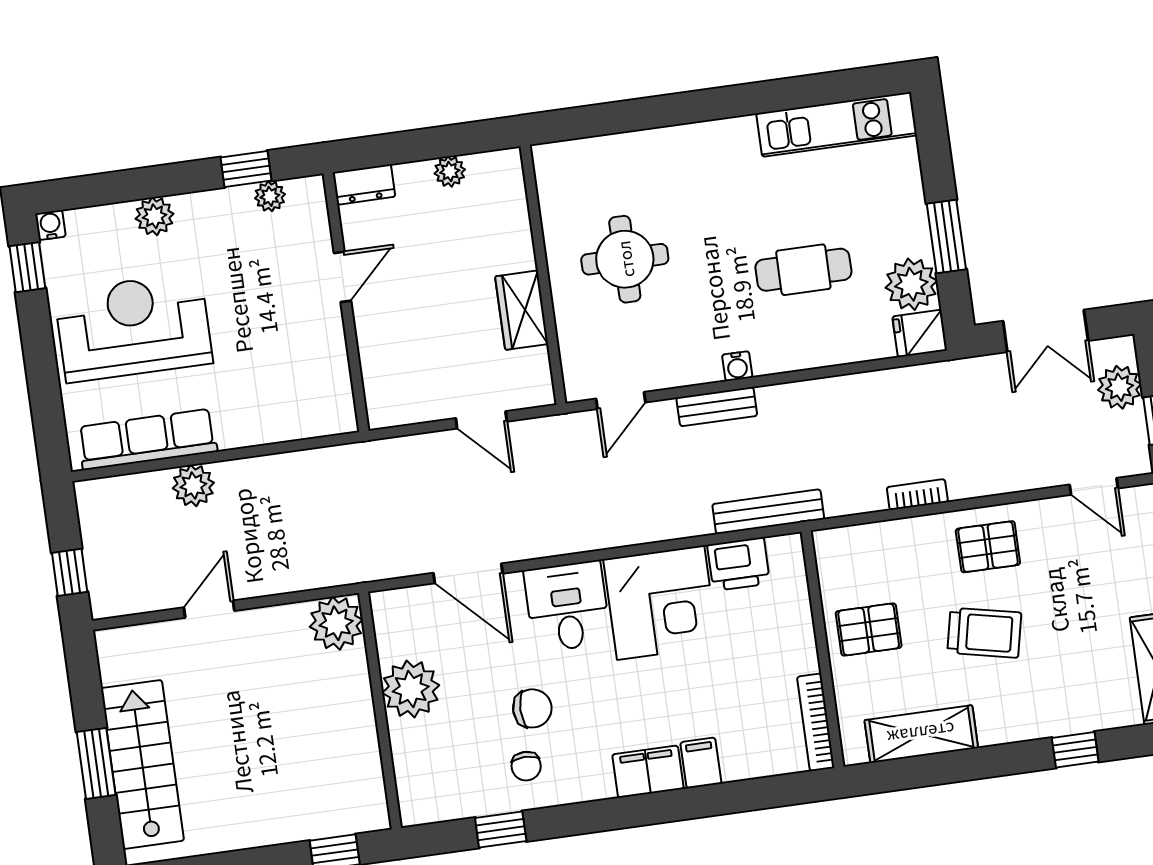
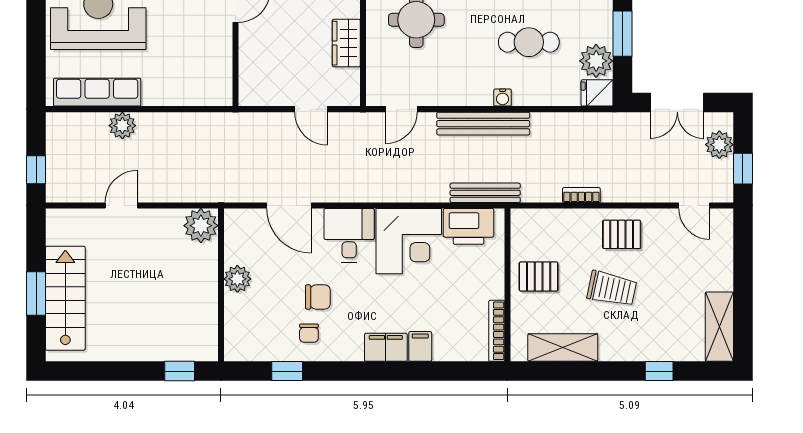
water cooler: (737, 366) -> (503, 98), moved
bench: (717, 407) -> (483, 124), width x1.86, depth x1.21
printer: (739, 564) -> (469, 226), width x1.37, depth x1.19
plant: (411, 689) -> (237, 279), width x0.73, depth x0.73

